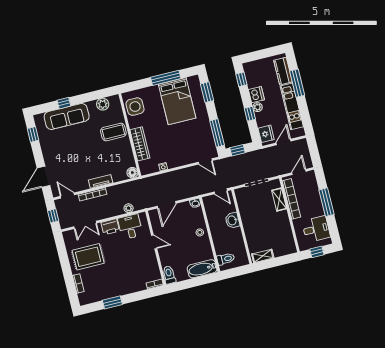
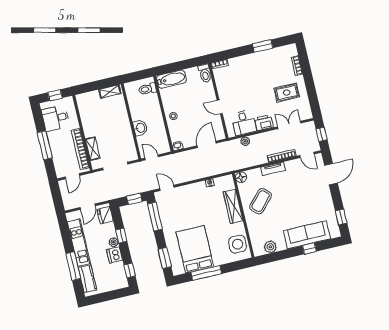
coffee table: (113, 132) -> (261, 201), moved, turned -47
rug: (88, 257) -> (287, 93), width x0.73, depth x0.70

